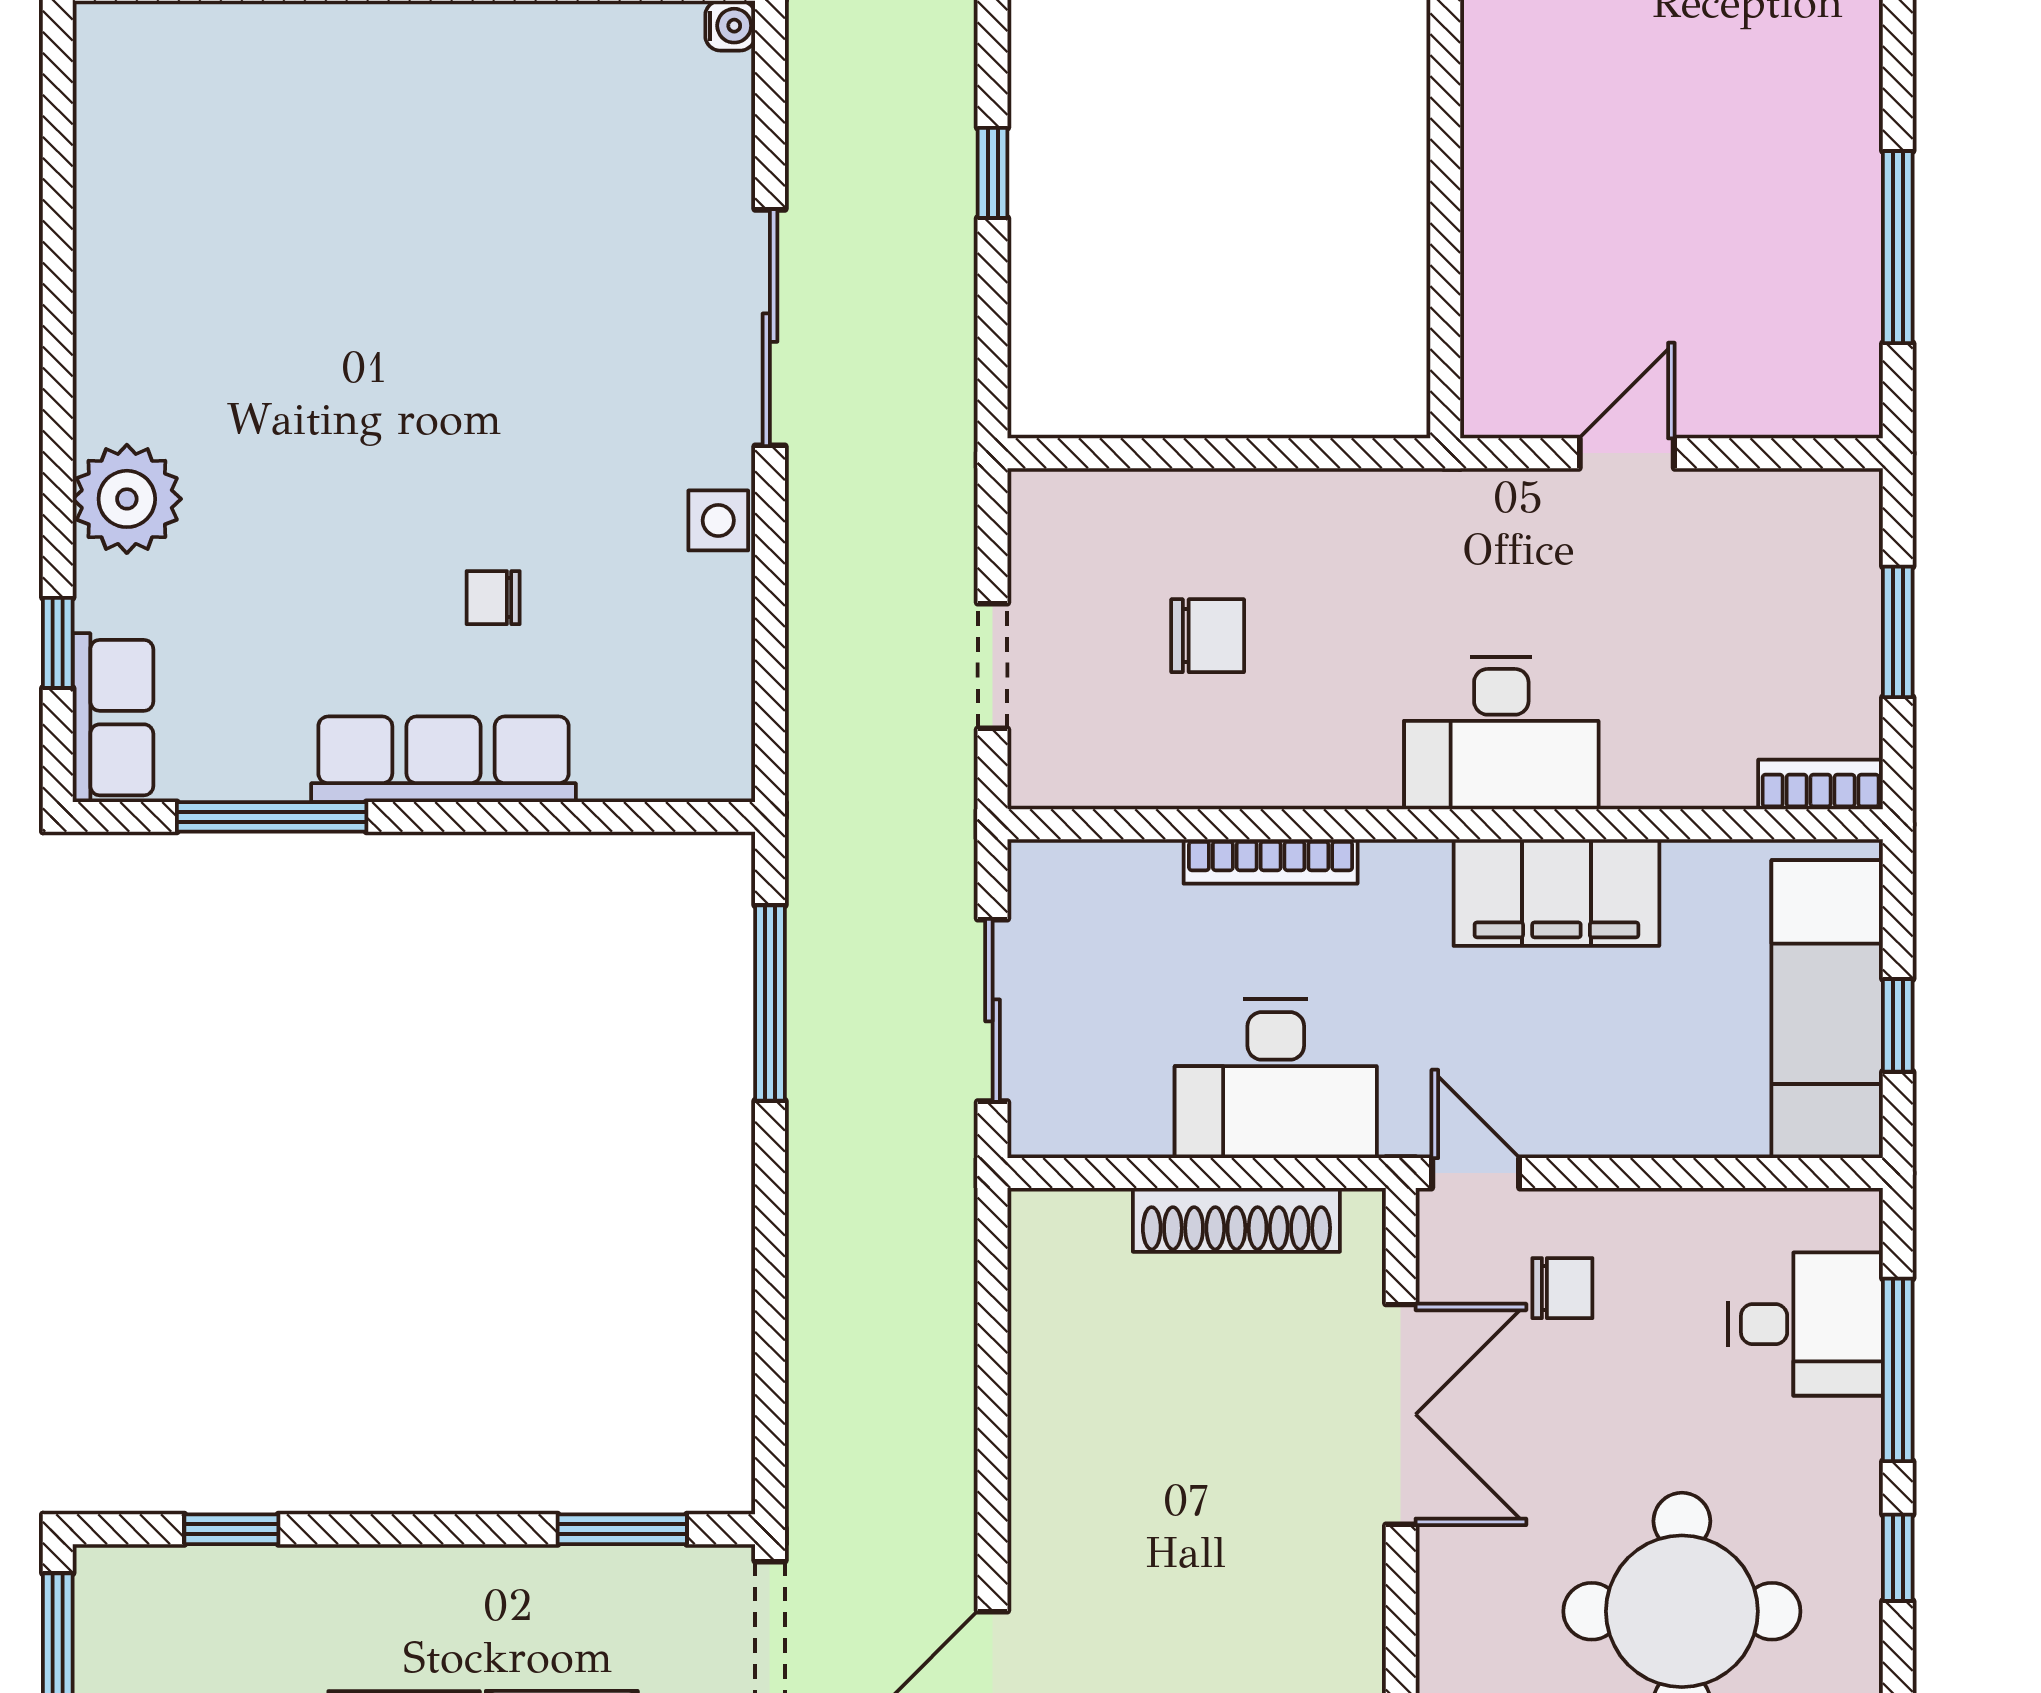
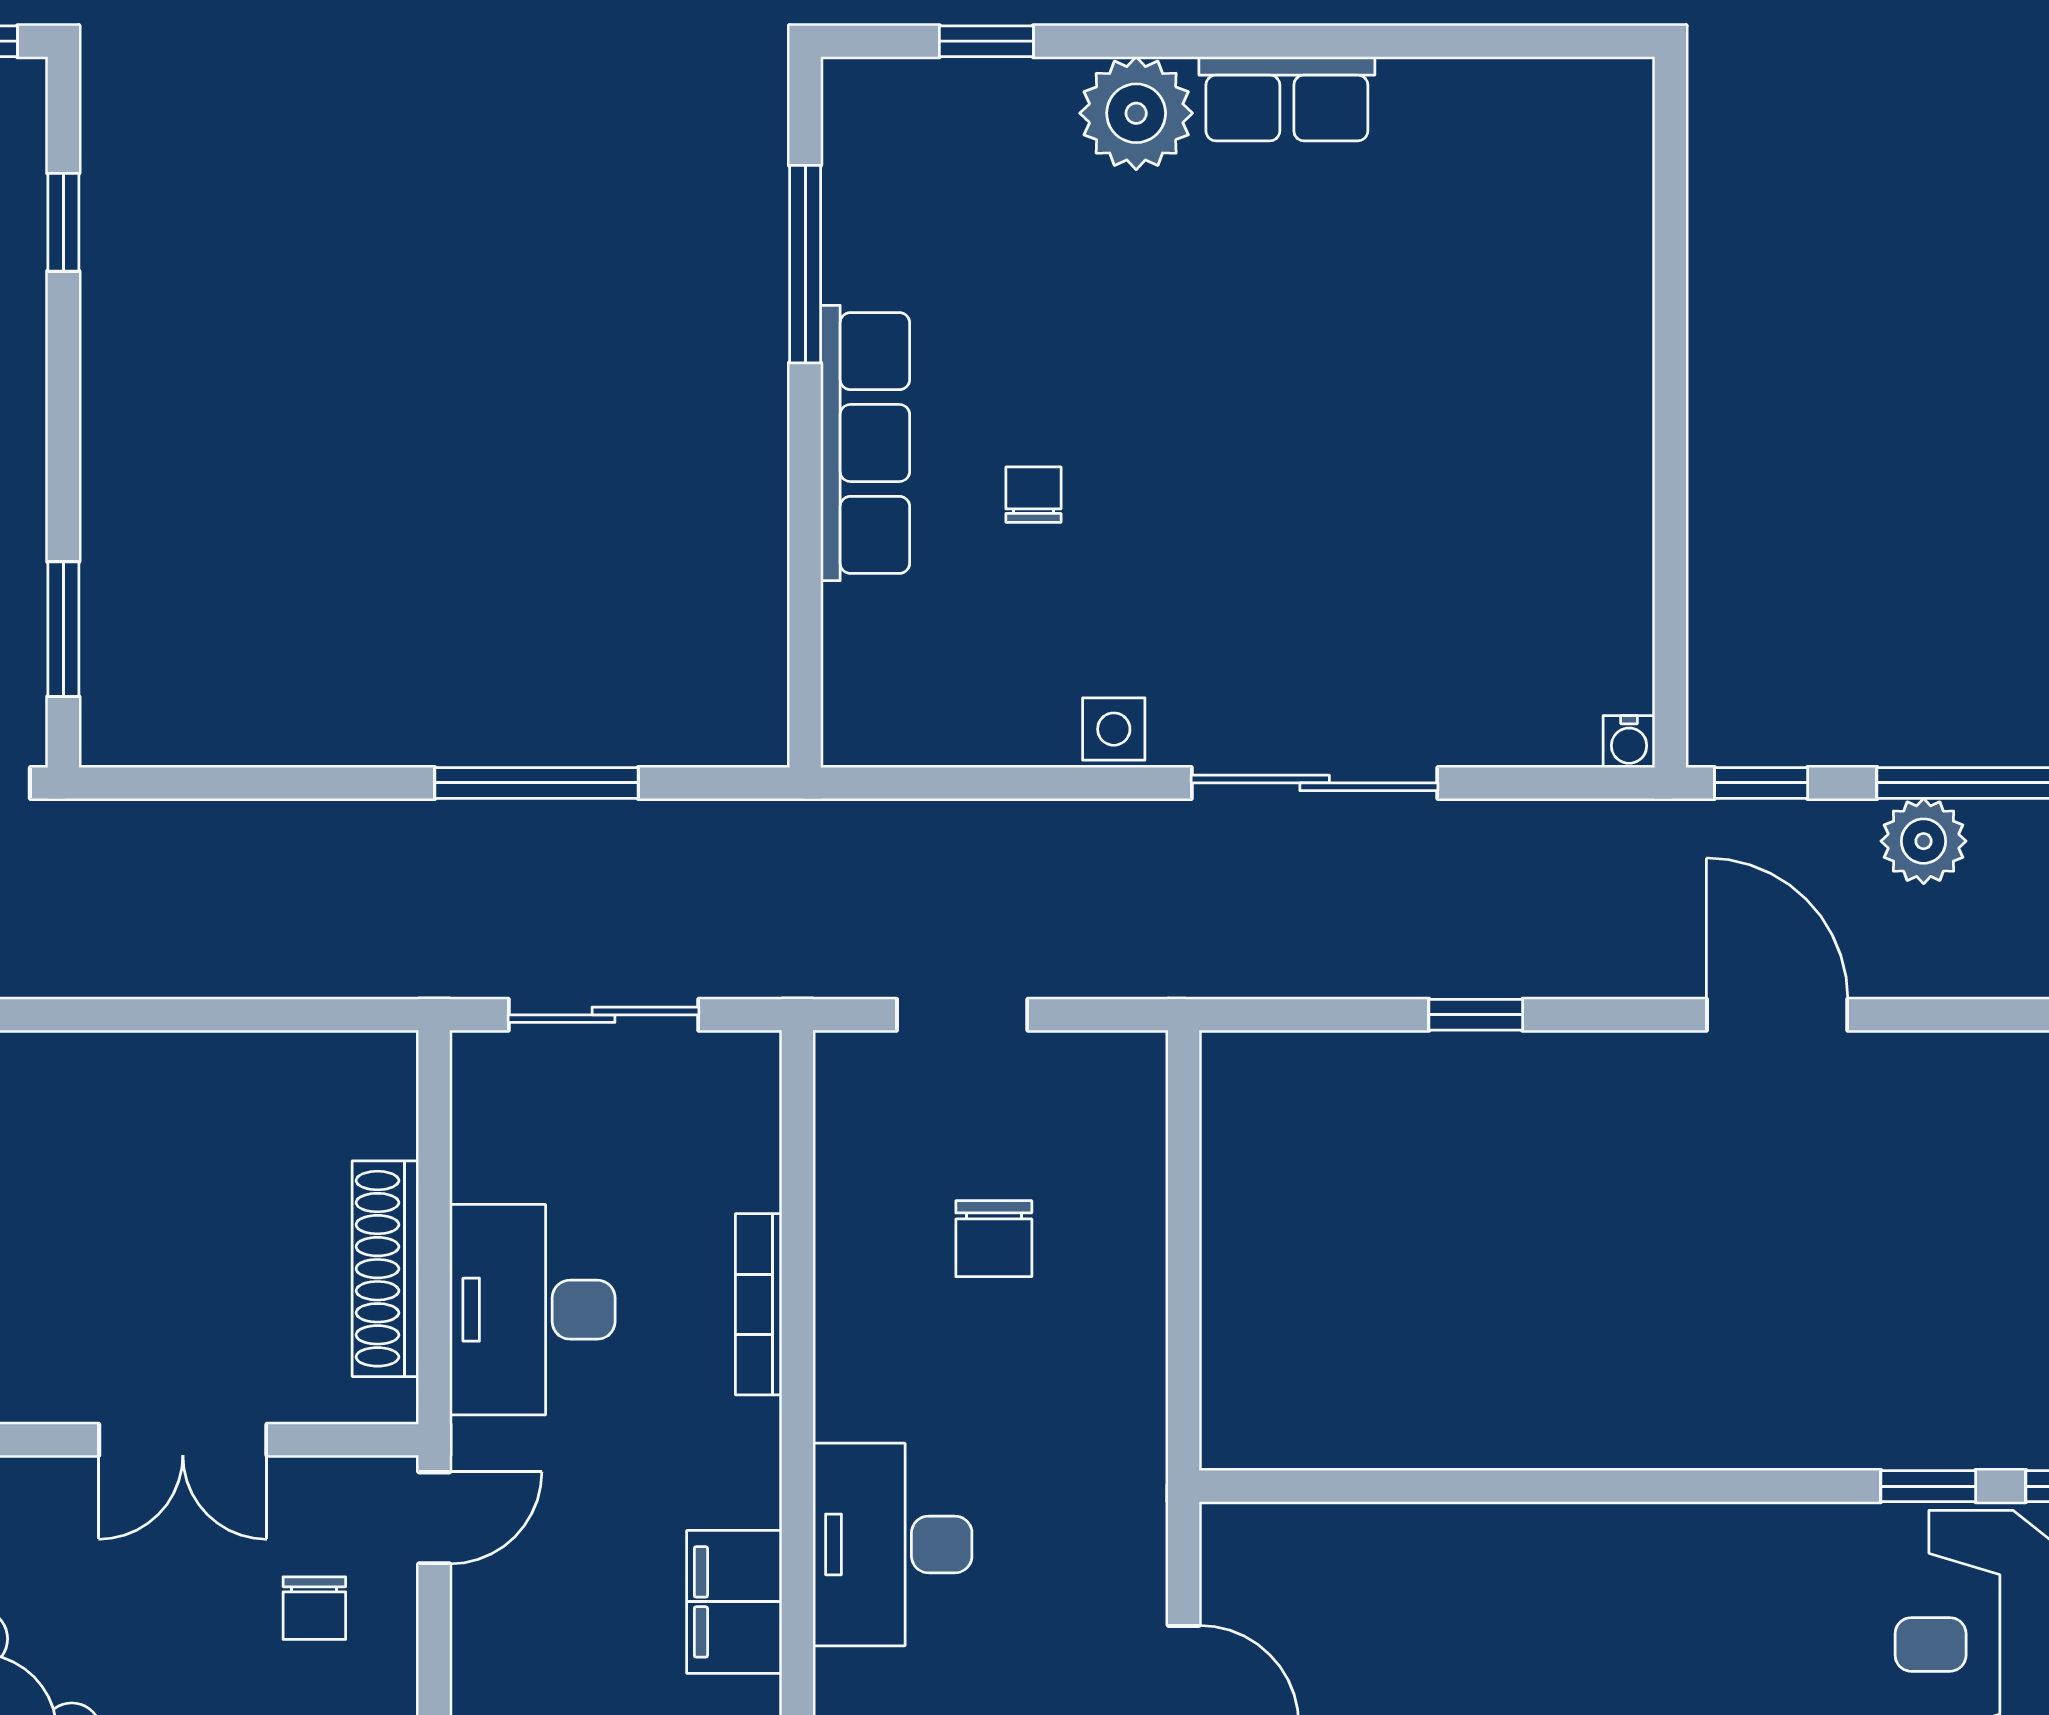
row of seats: (113, 718) -> (1287, 99), moved
filing cabinet: (1556, 893) -> (734, 1602), width x0.67, depth x0.86
window: (770, 1003) -> (536, 783), moved
double door: (1401, 1414) -> (183, 1440), width x0.73

